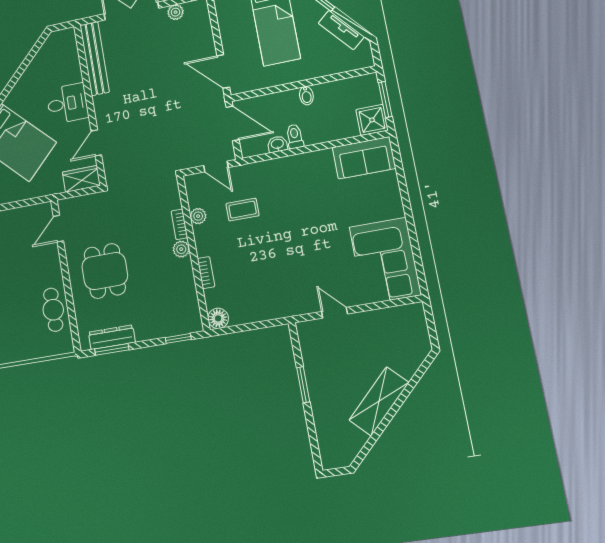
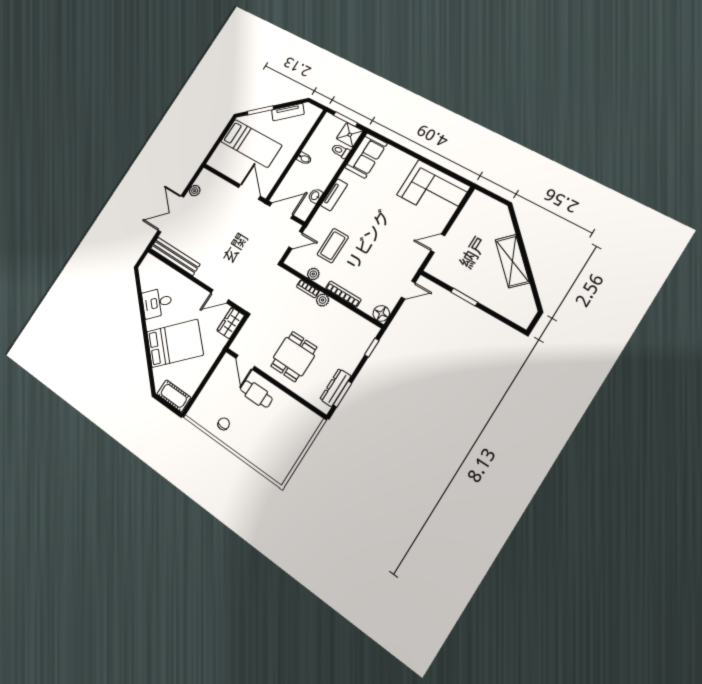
door: (223, 71) -> (249, 192), swing flipped
desk: (67, 104) -> (157, 303), moved, turned -135
toilet: (295, 136) -> (340, 151), moved
door: (96, 143) -> (220, 296), hinge flipped
tv unit: (295, 163) -> (334, 195), added
coffee table: (243, 210) -> (333, 246), width x1.36, depth x1.30
dining table: (105, 271) -> (294, 357), turned 90
bookcase: (206, 273) -> (343, 294), width x1.56
cafe table: (53, 310) -> (256, 394), moved
door: (263, 324) -> (408, 290), added

